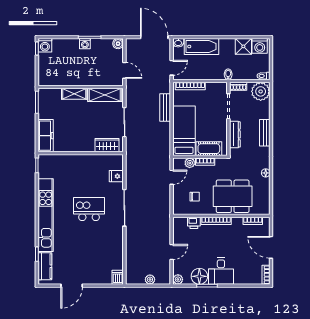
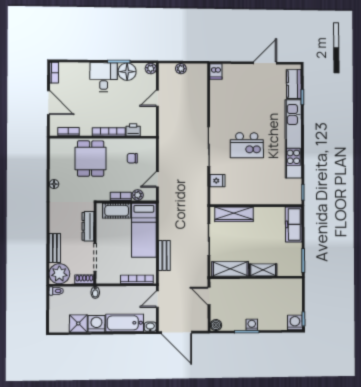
washing machine: (260, 46) -> (96, 324), moved
bench: (265, 133) -> (55, 248), moved
wardrobe: (107, 145) -> (234, 214), width x1.50
dining table: (233, 196) -> (91, 159), width x0.73

